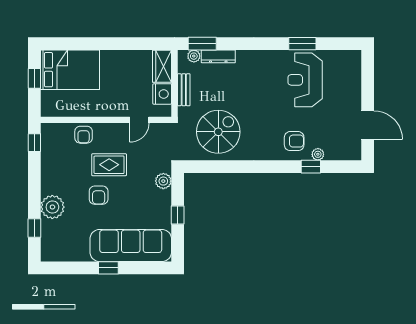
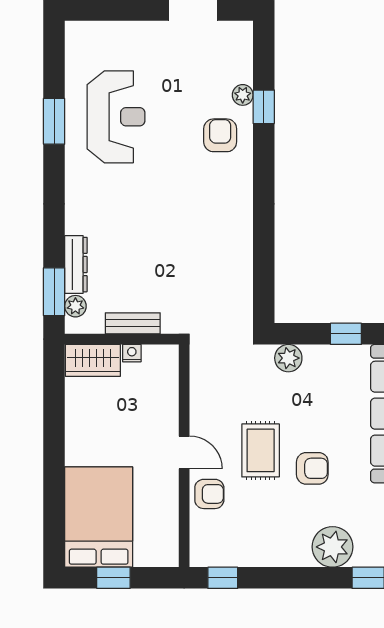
reception desk: (305, 80) -> (116, 117), turned -90
nightstand: (162, 94) -> (132, 353), width x0.53, depth x0.56
door: (139, 120) -> (184, 452), moved
spiral stairs: (218, 132) -> (204, 265), removed

